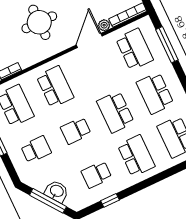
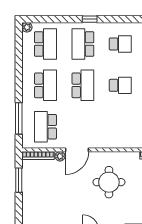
school desk: (55, 87) -> (120, 127), removed
window: (110, 200) -> (90, 19), moved

